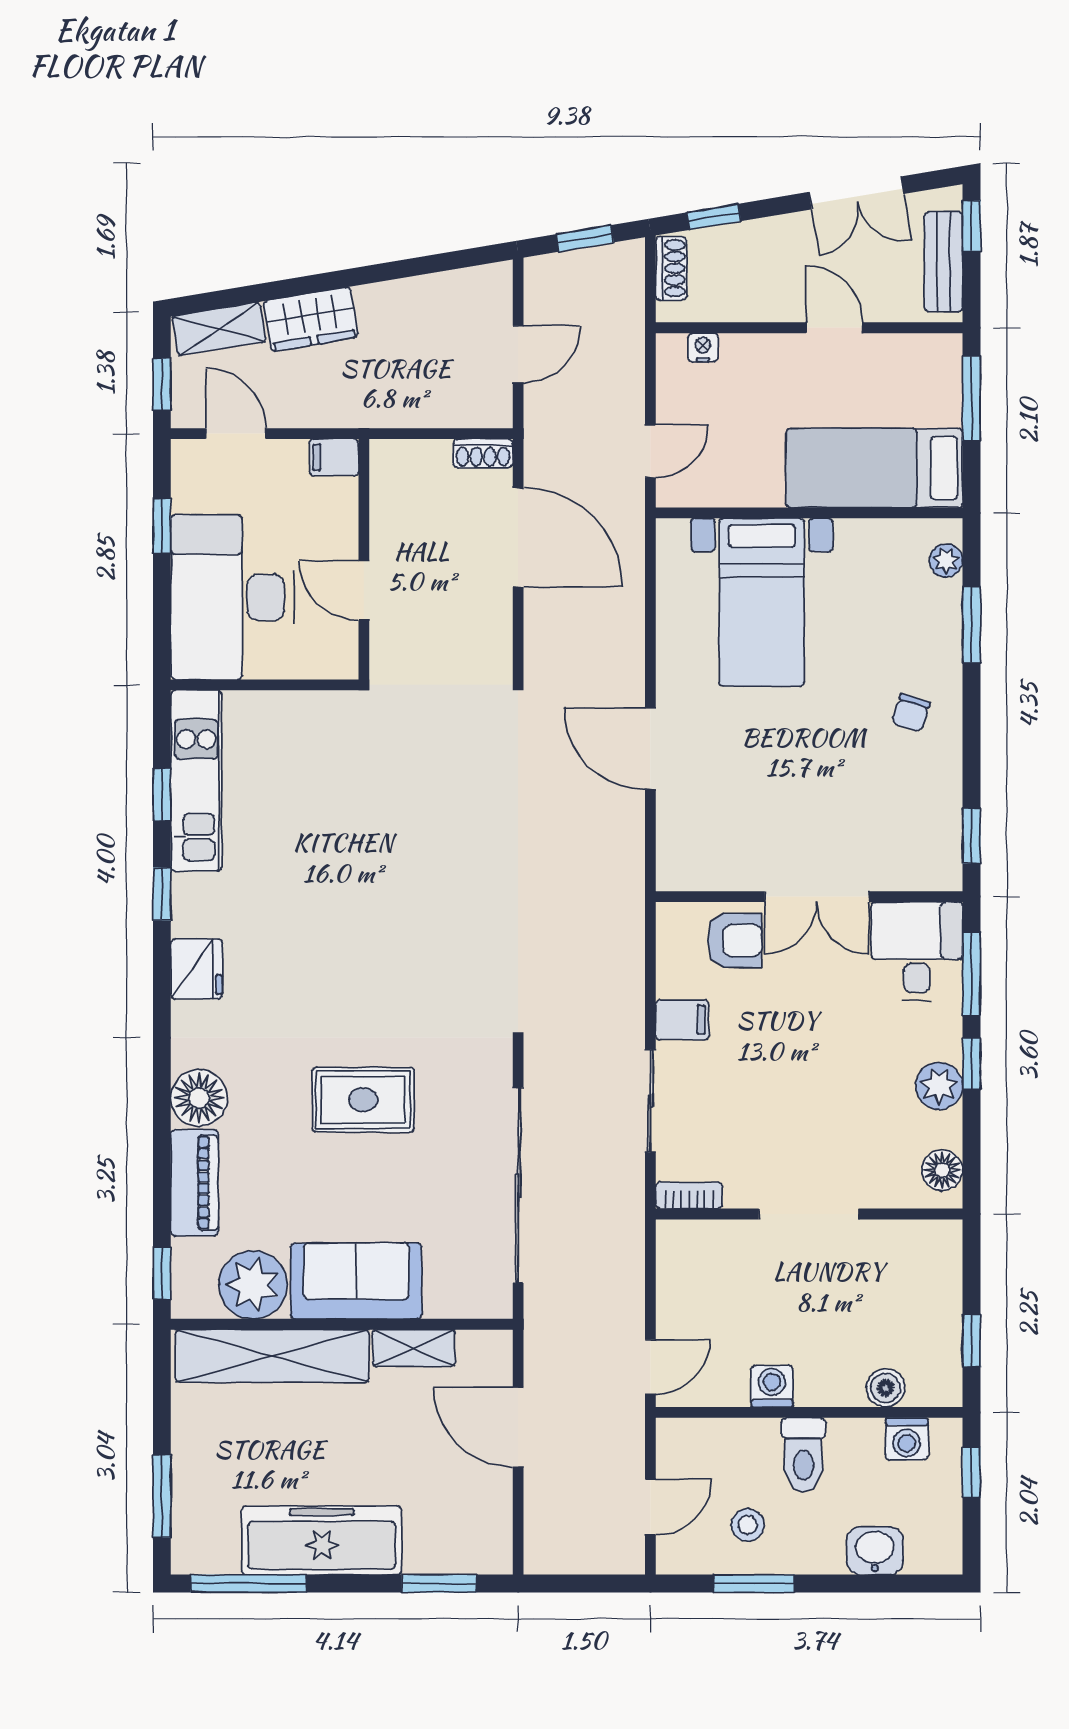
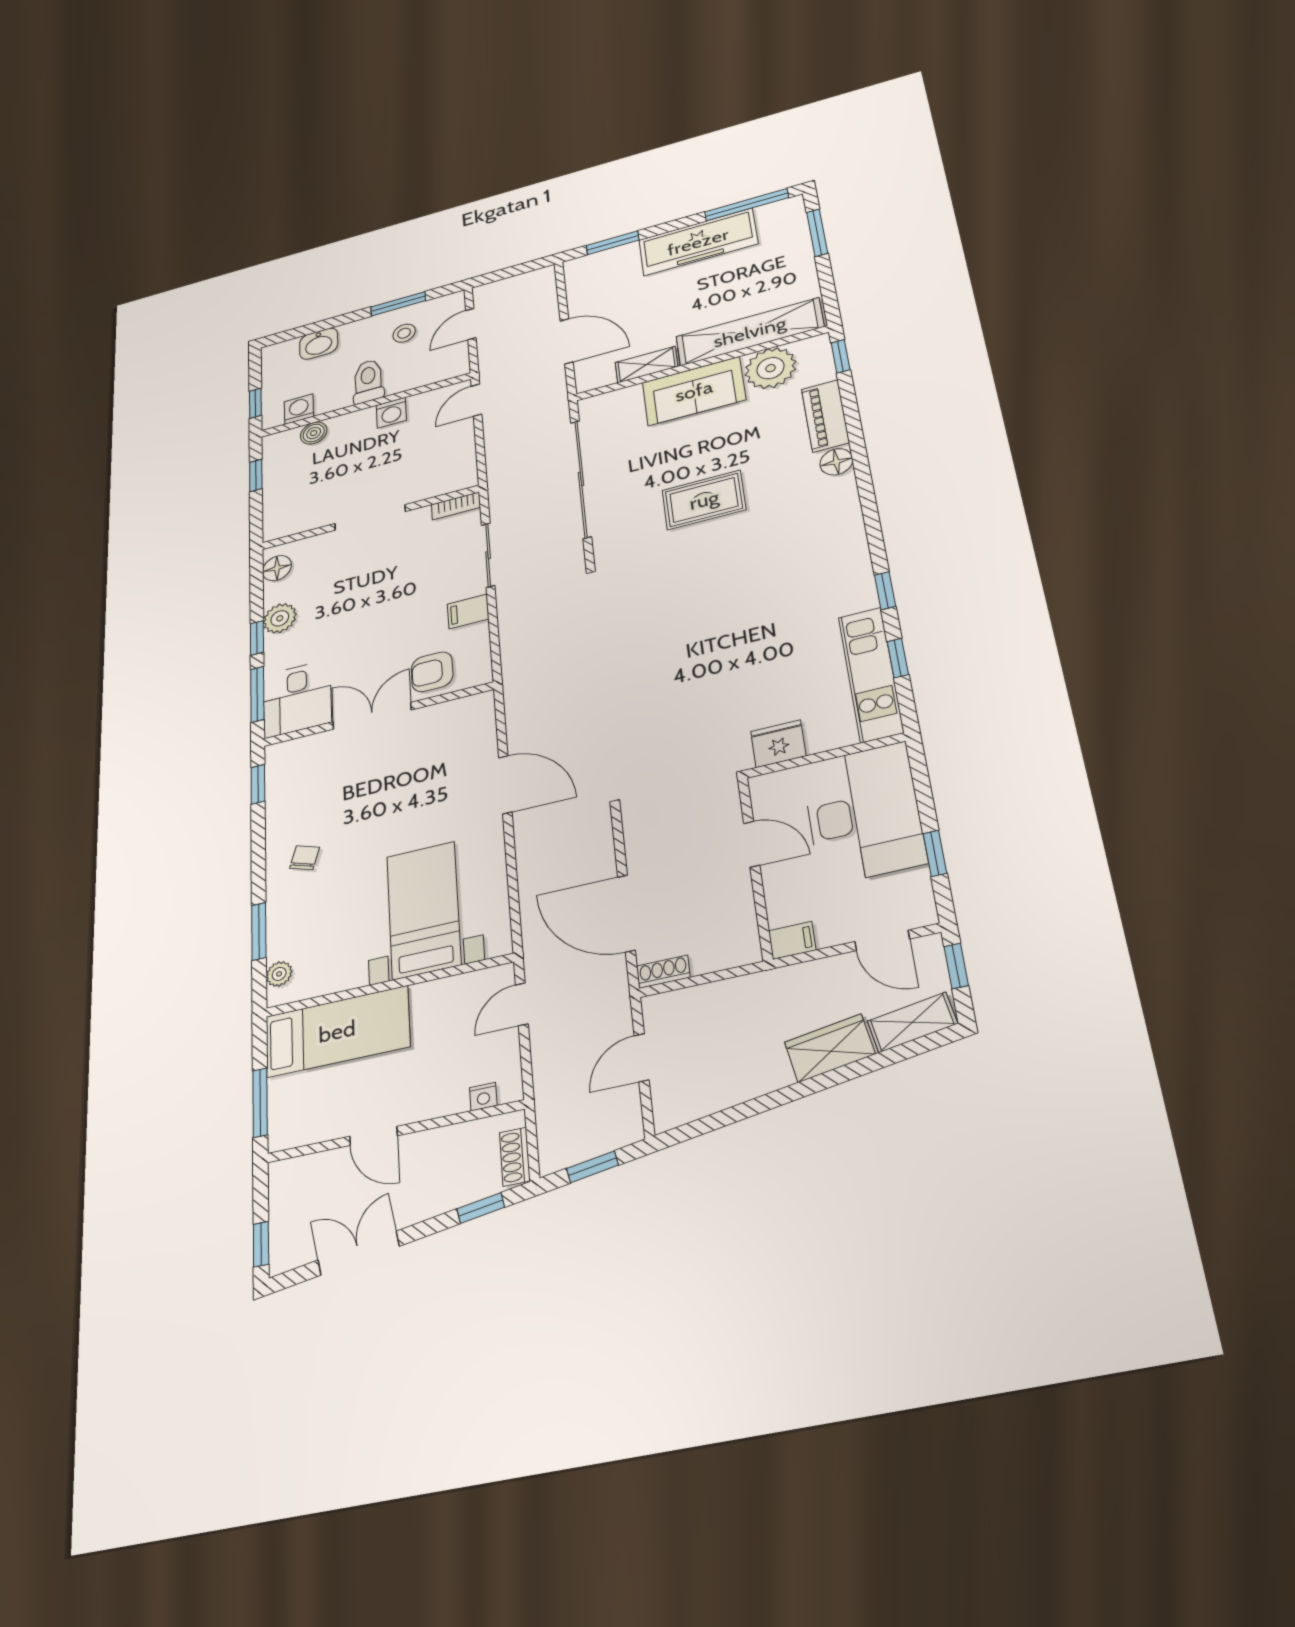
bench: (944, 262) -> (284, 1209), removed
fridge: (196, 969) -> (778, 744), moved, turned 90
floor lamp: (199, 1098) -> (836, 462), width x0.73, depth x0.73

